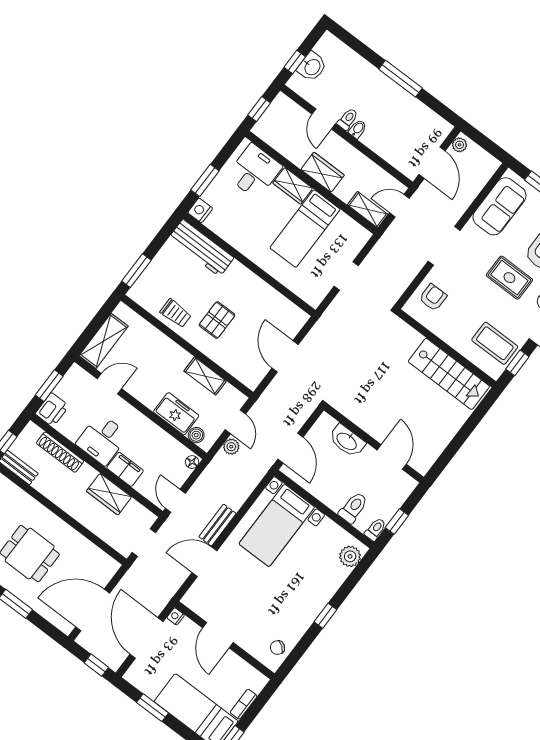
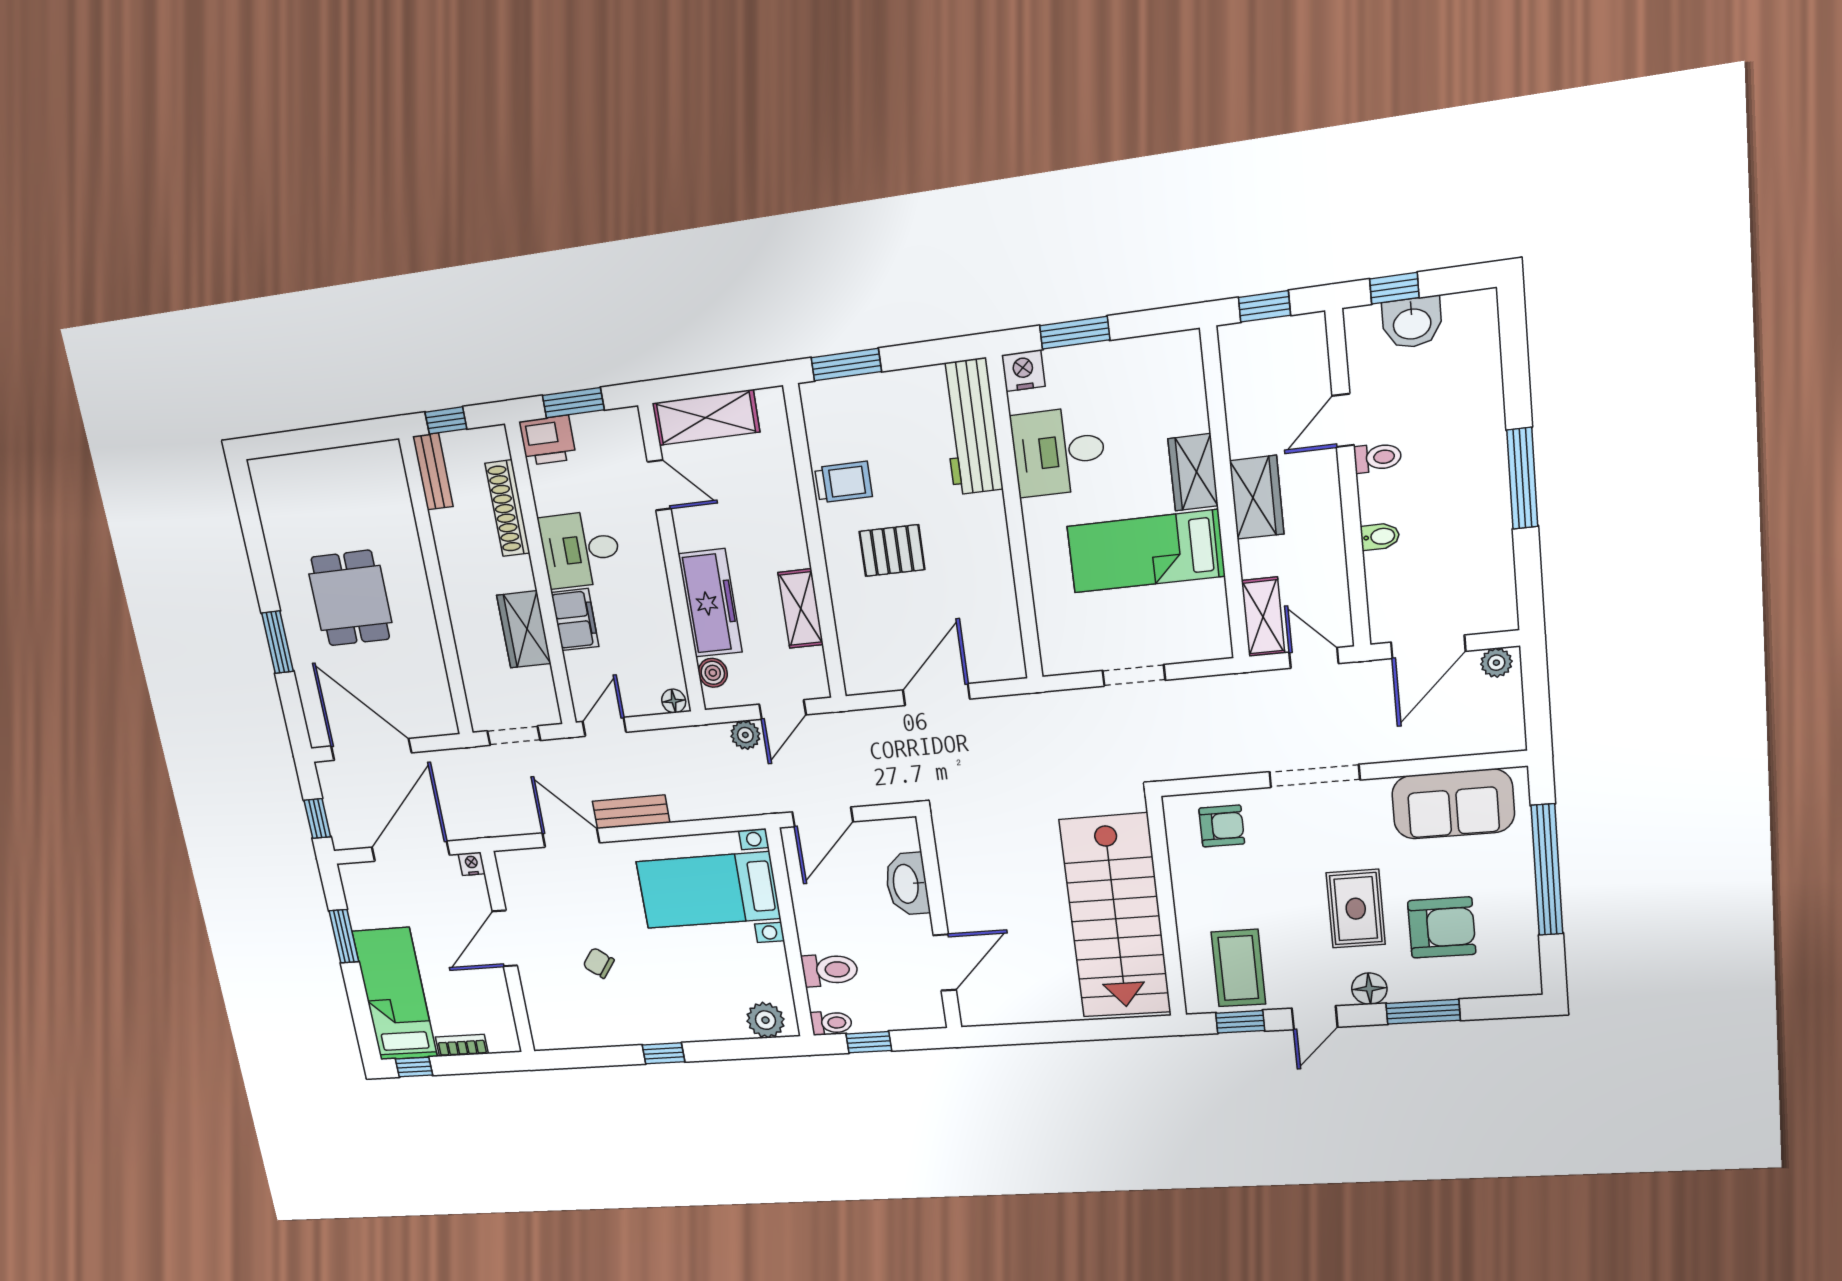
bidet: (358, 129) -> (1380, 536), moved
desk: (254, 171) -> (1059, 452), moved, turned 180
trolley: (176, 313) -> (843, 482), turned -90
stairs: (449, 374) -> (1115, 916), width x1.36, depth x1.51
freezer: (176, 414) -> (710, 603), width x1.40
chair: (278, 648) -> (599, 963), moved

